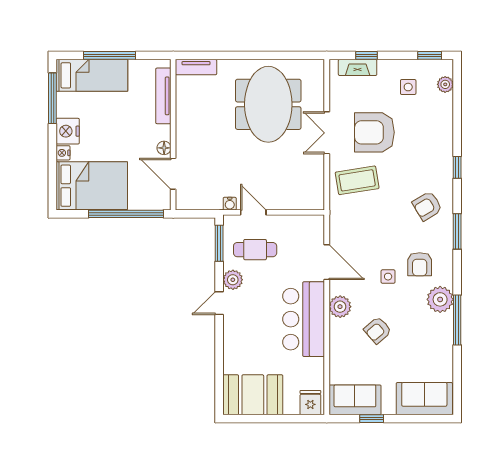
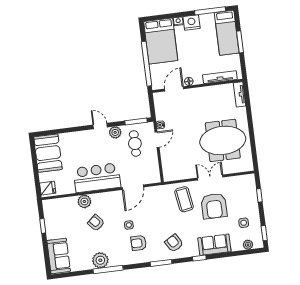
window: (110, 55) -> (240, 42), width x0.69
fireplace: (358, 67) -> (252, 191), removed
armchair: (374, 132) -> (214, 206), turned 180
plant: (440, 299) -> (100, 260), moved
plant: (340, 307) -> (84, 201), moved
sofa: (355, 400) -> (214, 245), moved, turned -90

